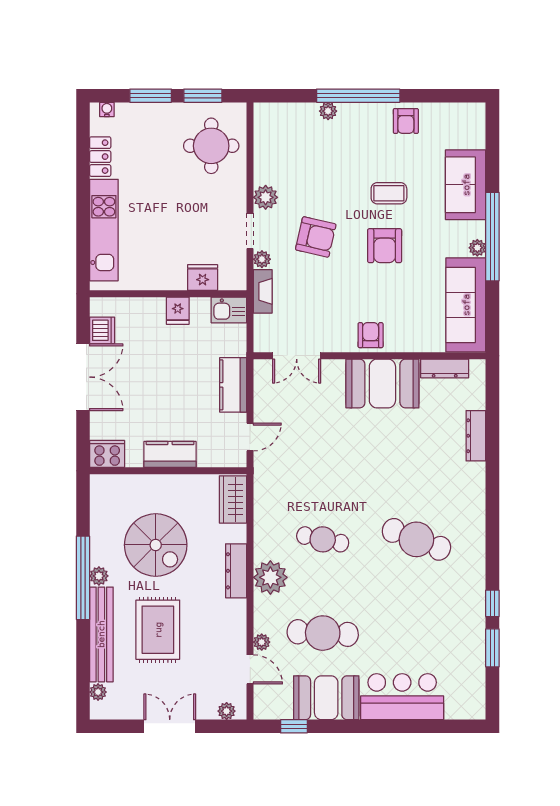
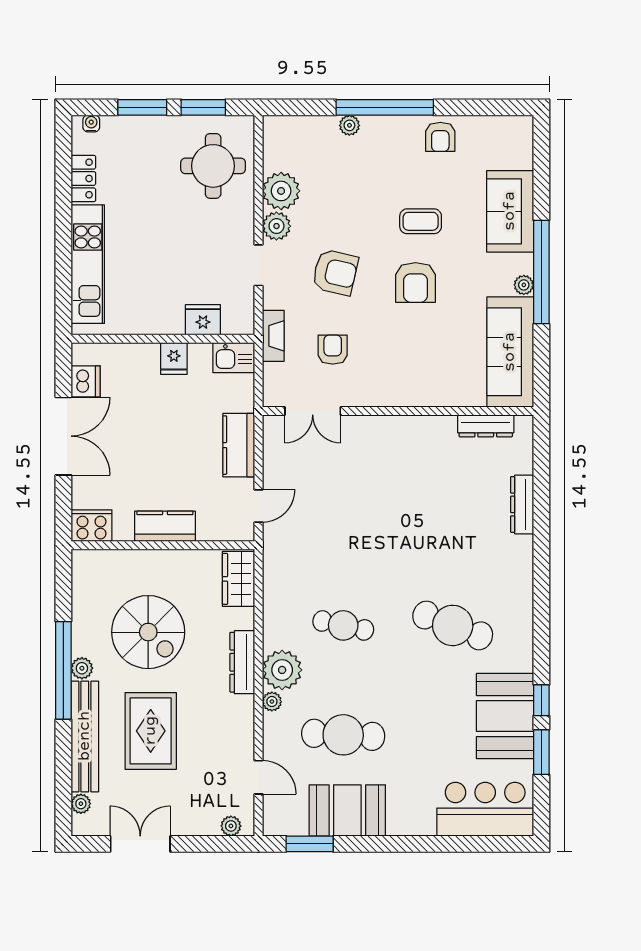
plant: (262, 259) -> (281, 191), moved, width x1.88, depth x1.88
armchair: (371, 335) -> (333, 350), moved
booth: (382, 383) -> (505, 716), moved, turned 90
plant: (262, 642) -> (272, 702), moved
bar counter: (402, 697) -> (485, 809), moved
double door: (170, 726) -> (140, 844), moved
window: (294, 726) -> (310, 844), width x1.50

